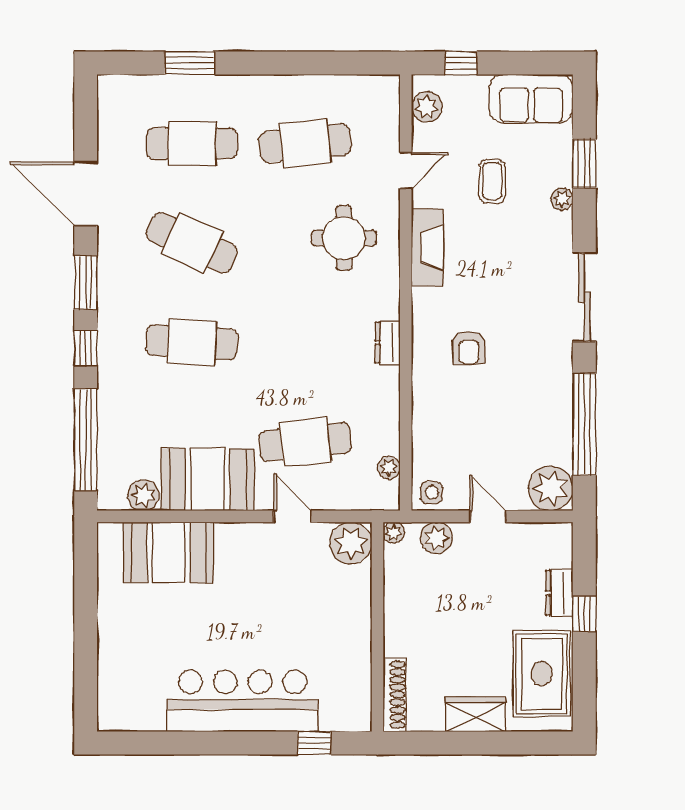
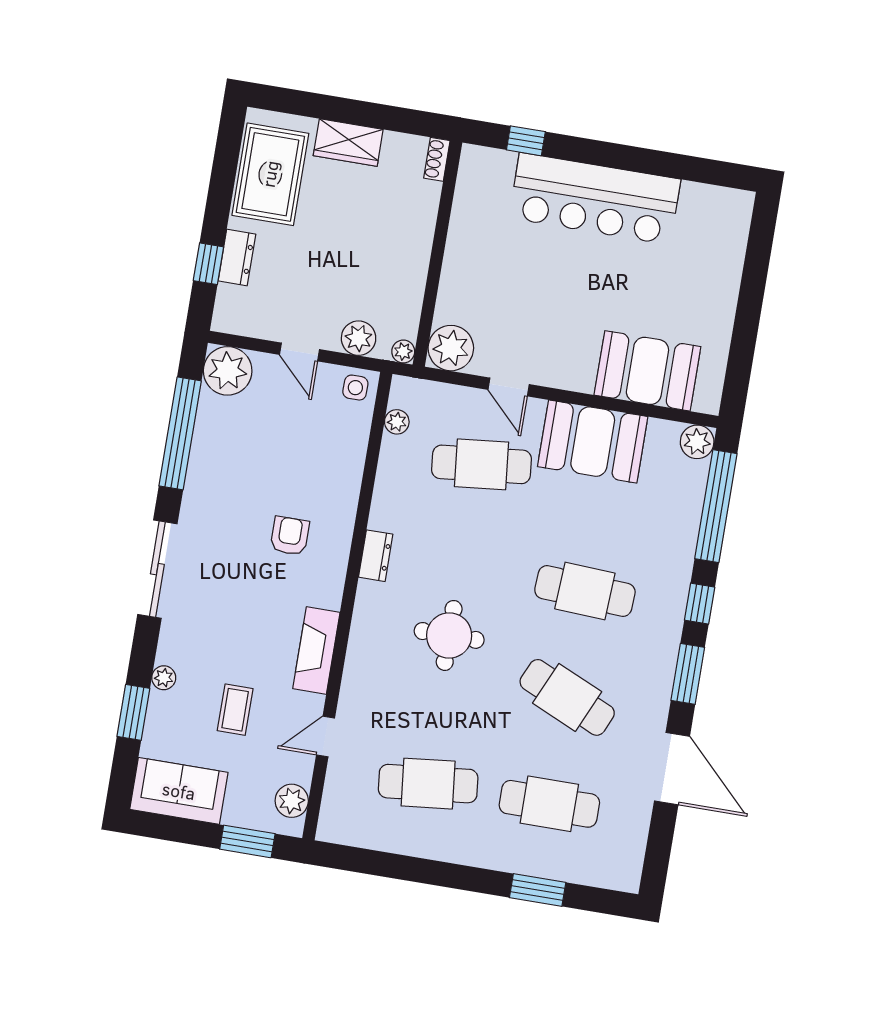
window: (461, 63) -> (247, 841), width x1.50
round table: (344, 238) -> (449, 635), moved
plant: (143, 495) -> (697, 442), moved
window: (584, 614) -> (208, 264), moved
shoe rack: (395, 695) -> (437, 159), width x0.51, depth x0.81

